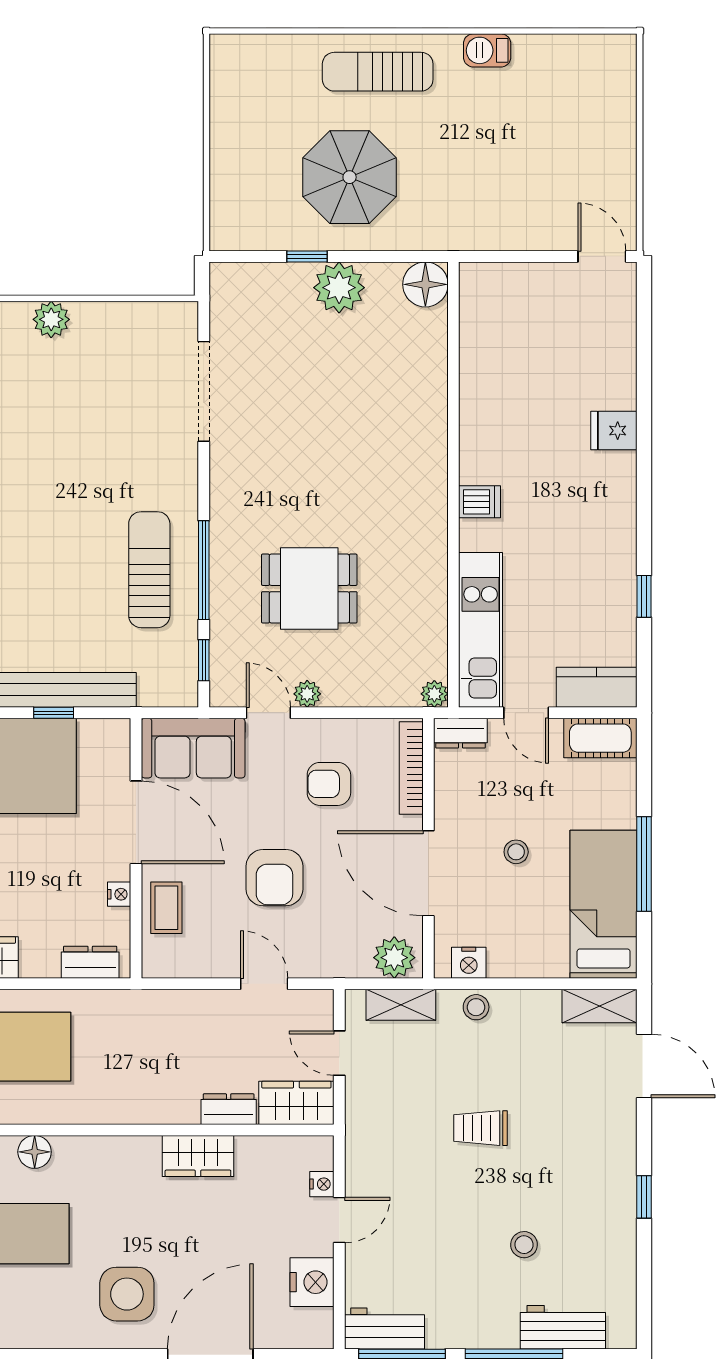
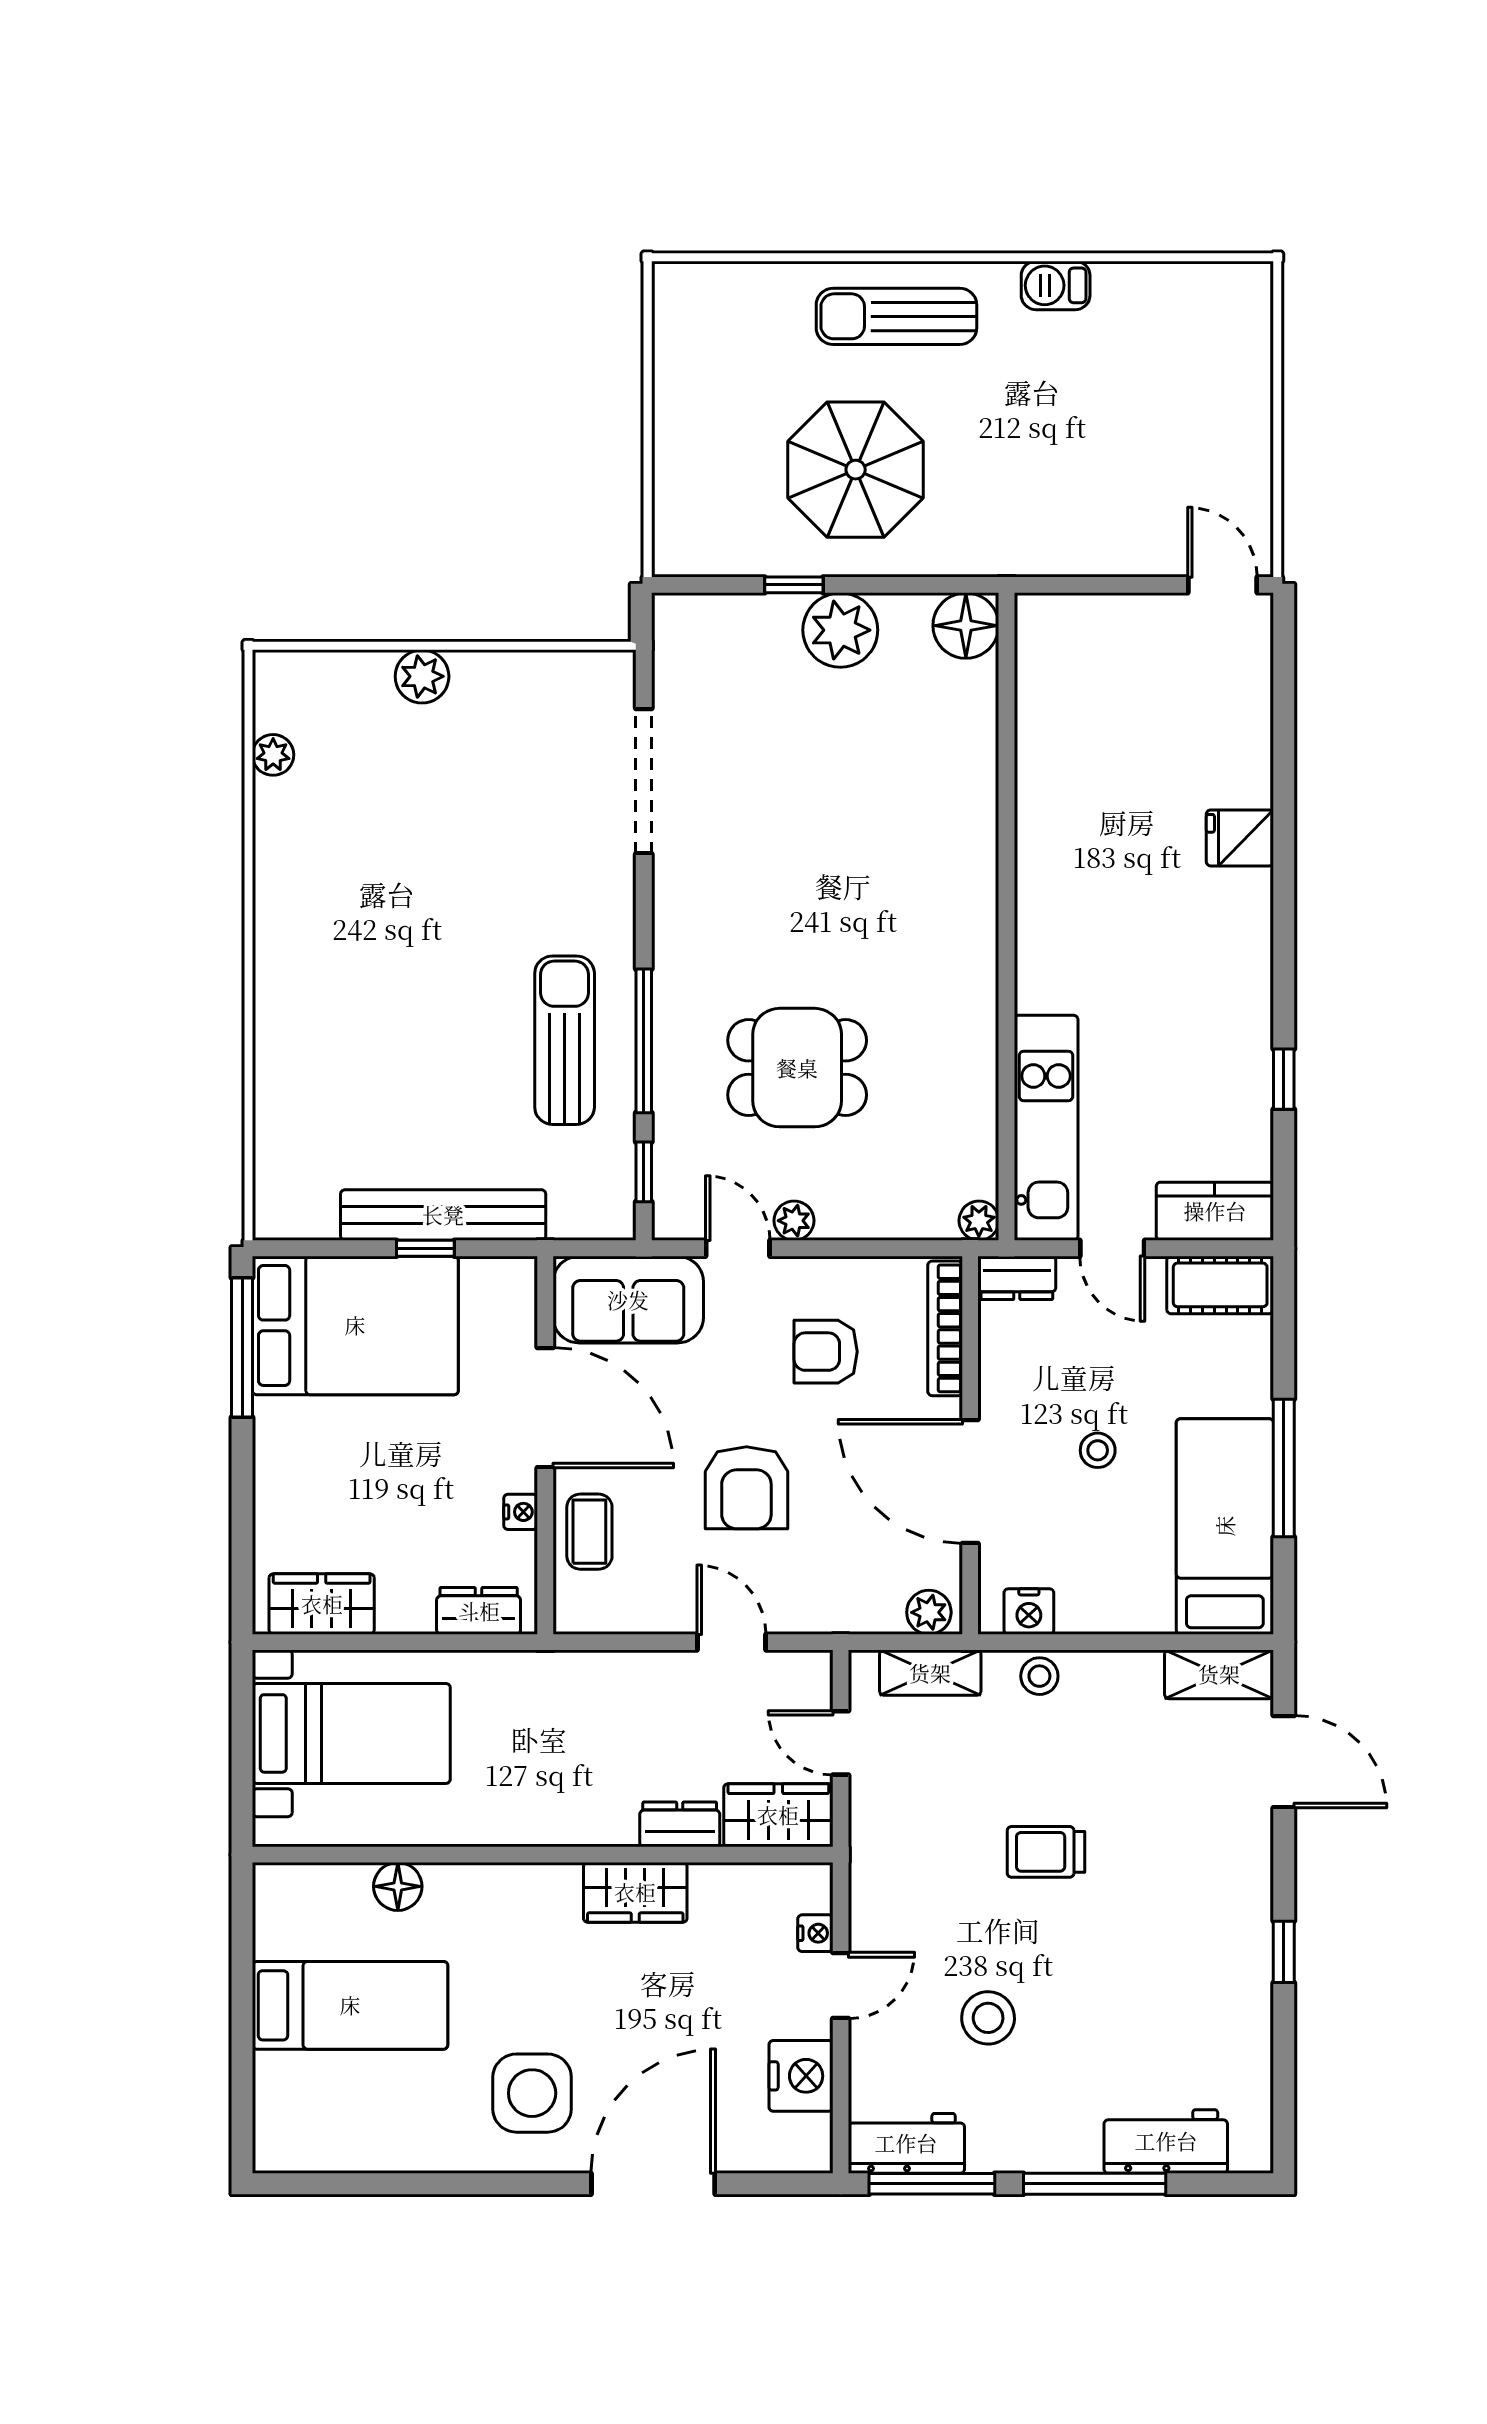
dishwasher: (479, 502) -> (1044, 942), removed
plant: (394, 958) -> (929, 1612), width x0.73, depth x0.73
stool: (524, 1245) -> (988, 2018), moved, width x1.37, depth x1.37

